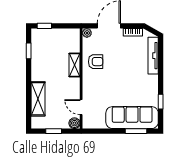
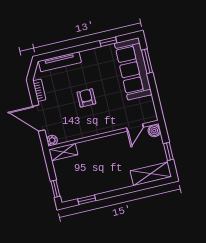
armchair: (96, 62) -> (86, 98), moved
shelving: (75, 65) -> (63, 152), moved
shelving: (38, 99) -> (151, 174), moved

